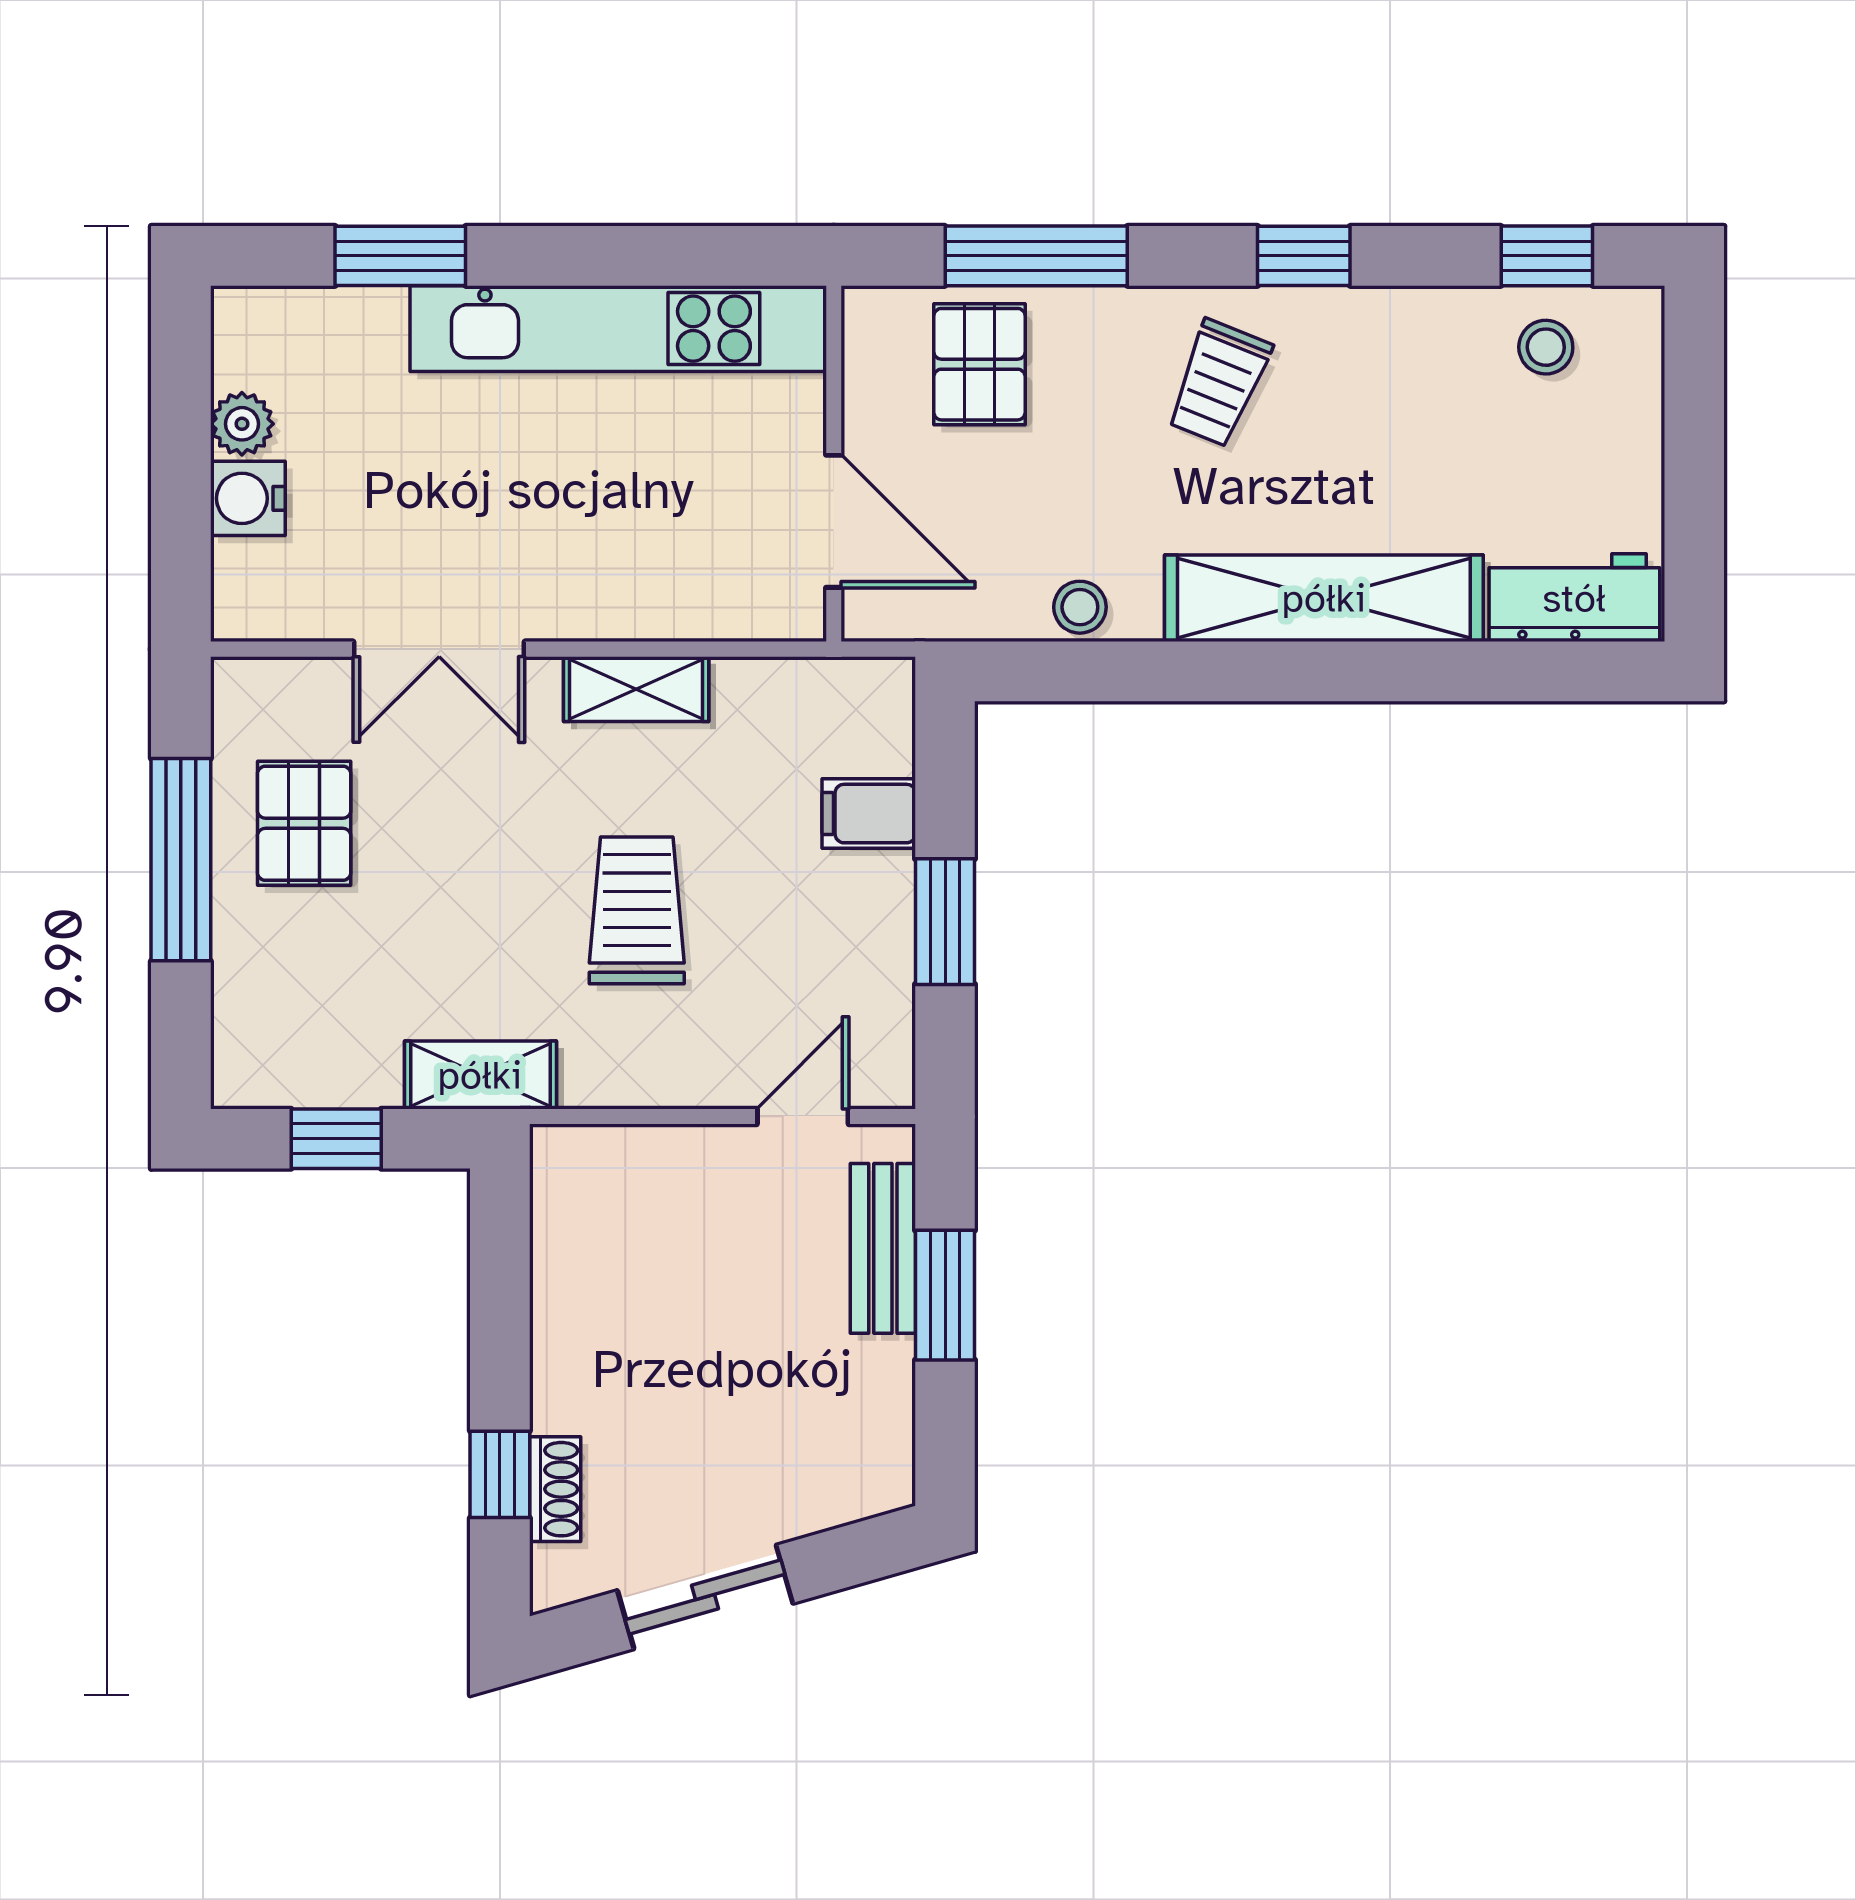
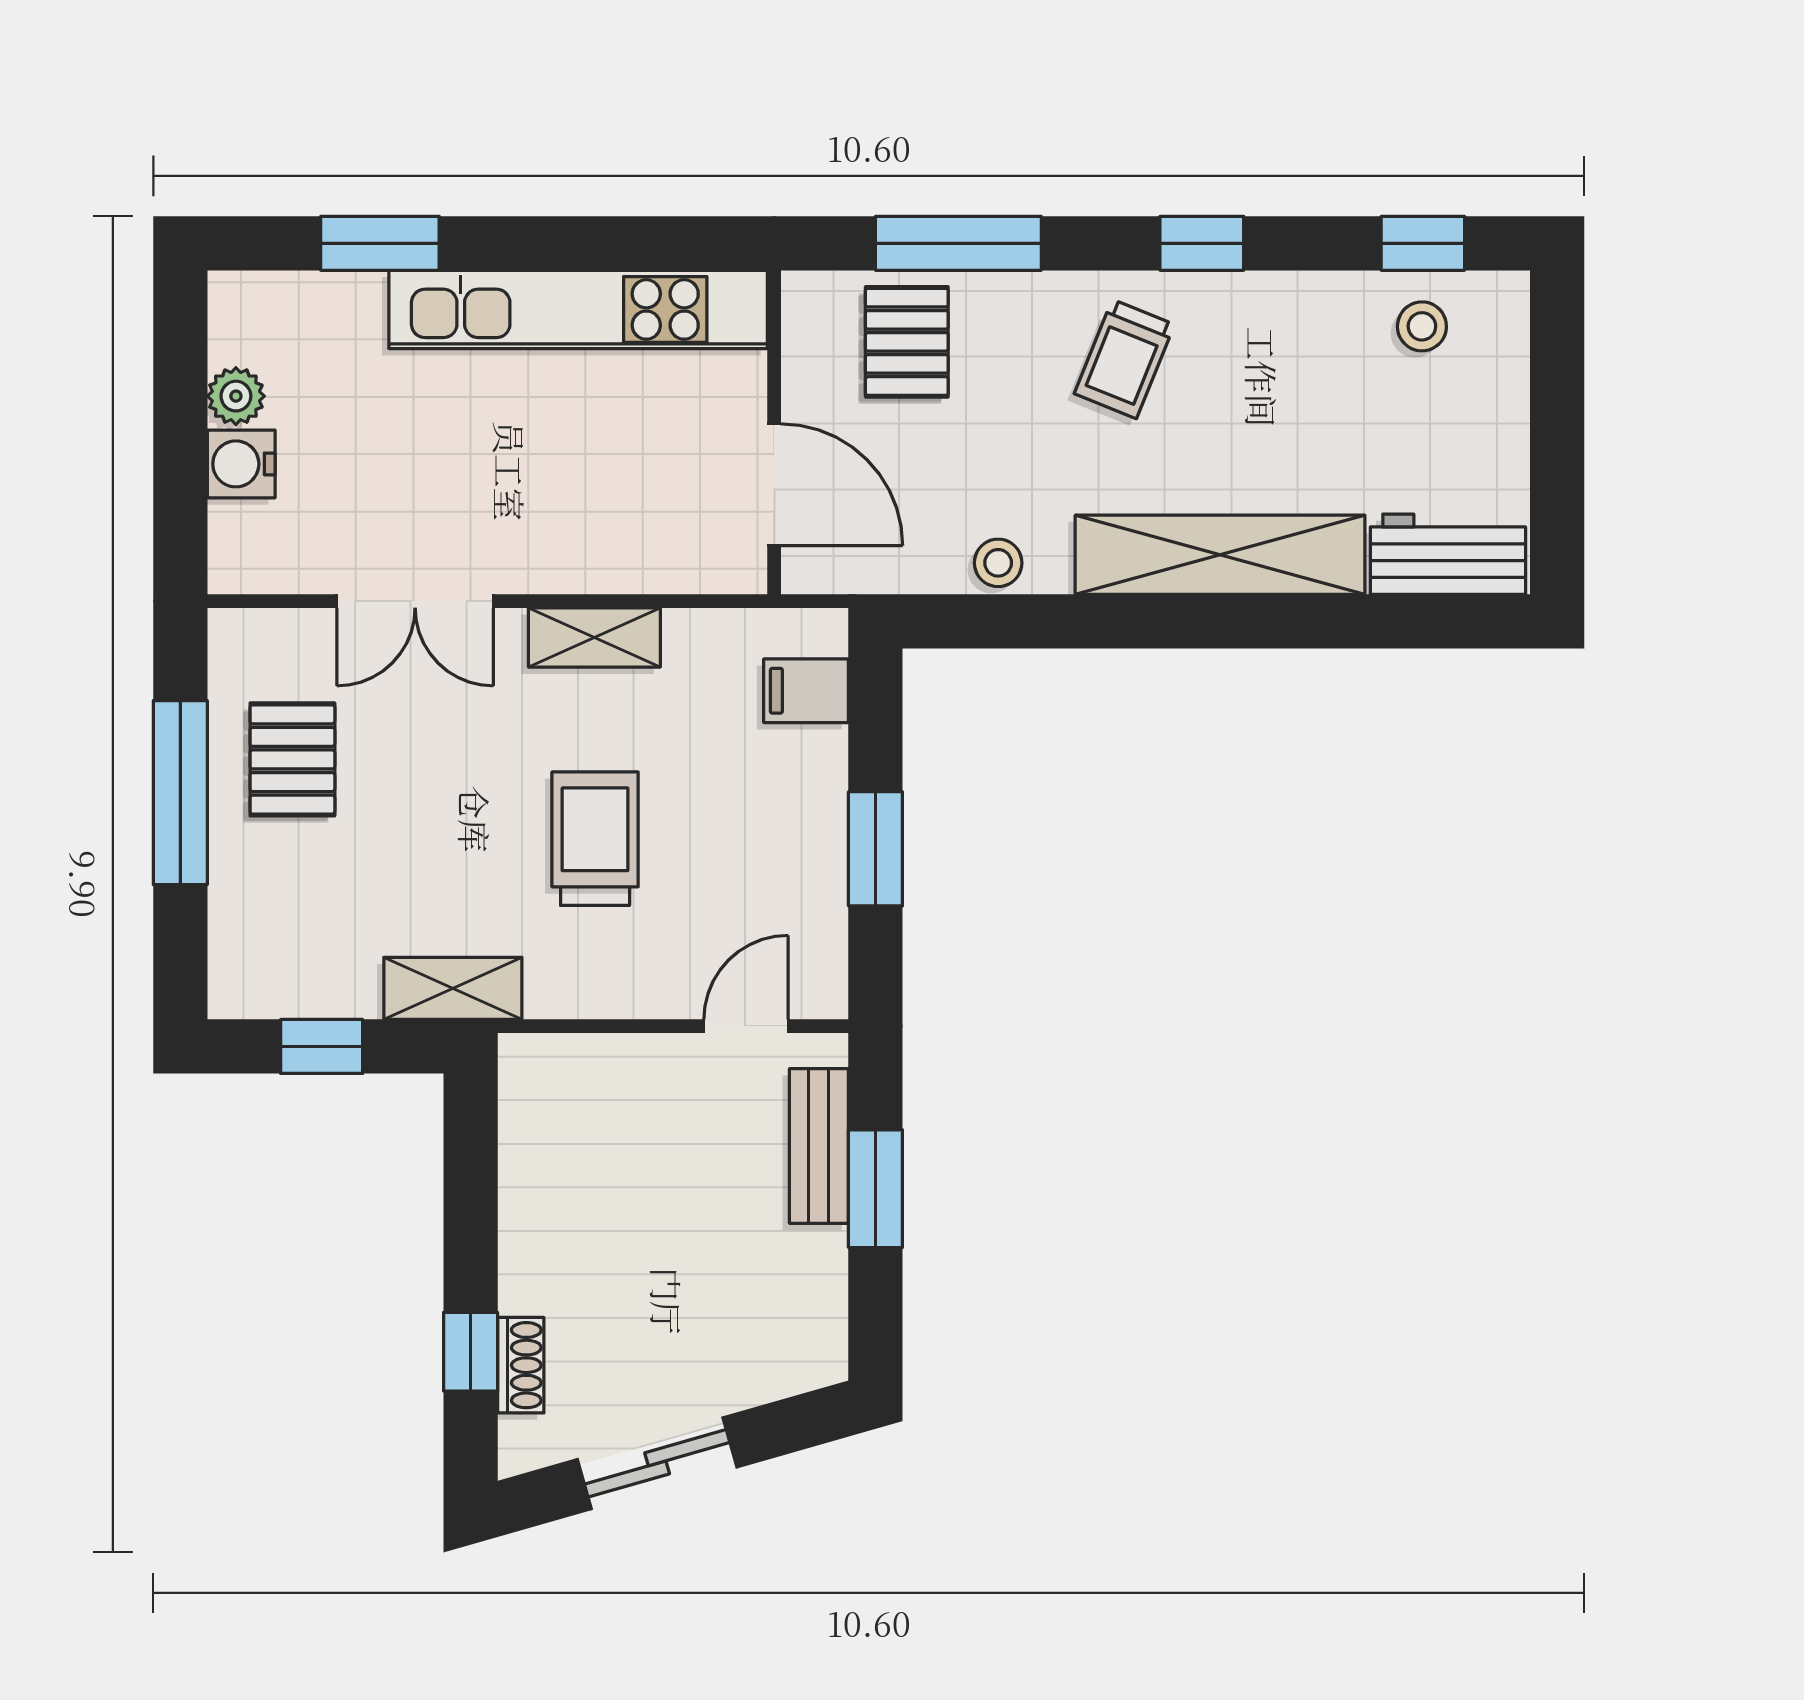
filing cabinet: (869, 814) -> (806, 691), moved

